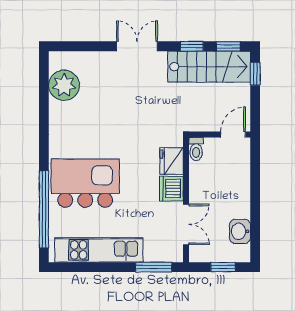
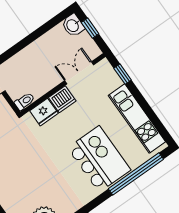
kitchen island: (85, 183) -> (99, 159), turned 180
washbasin: (240, 231) -> (73, 25), moved, turned 90
window: (154, 267) -> (123, 74), width x0.67

